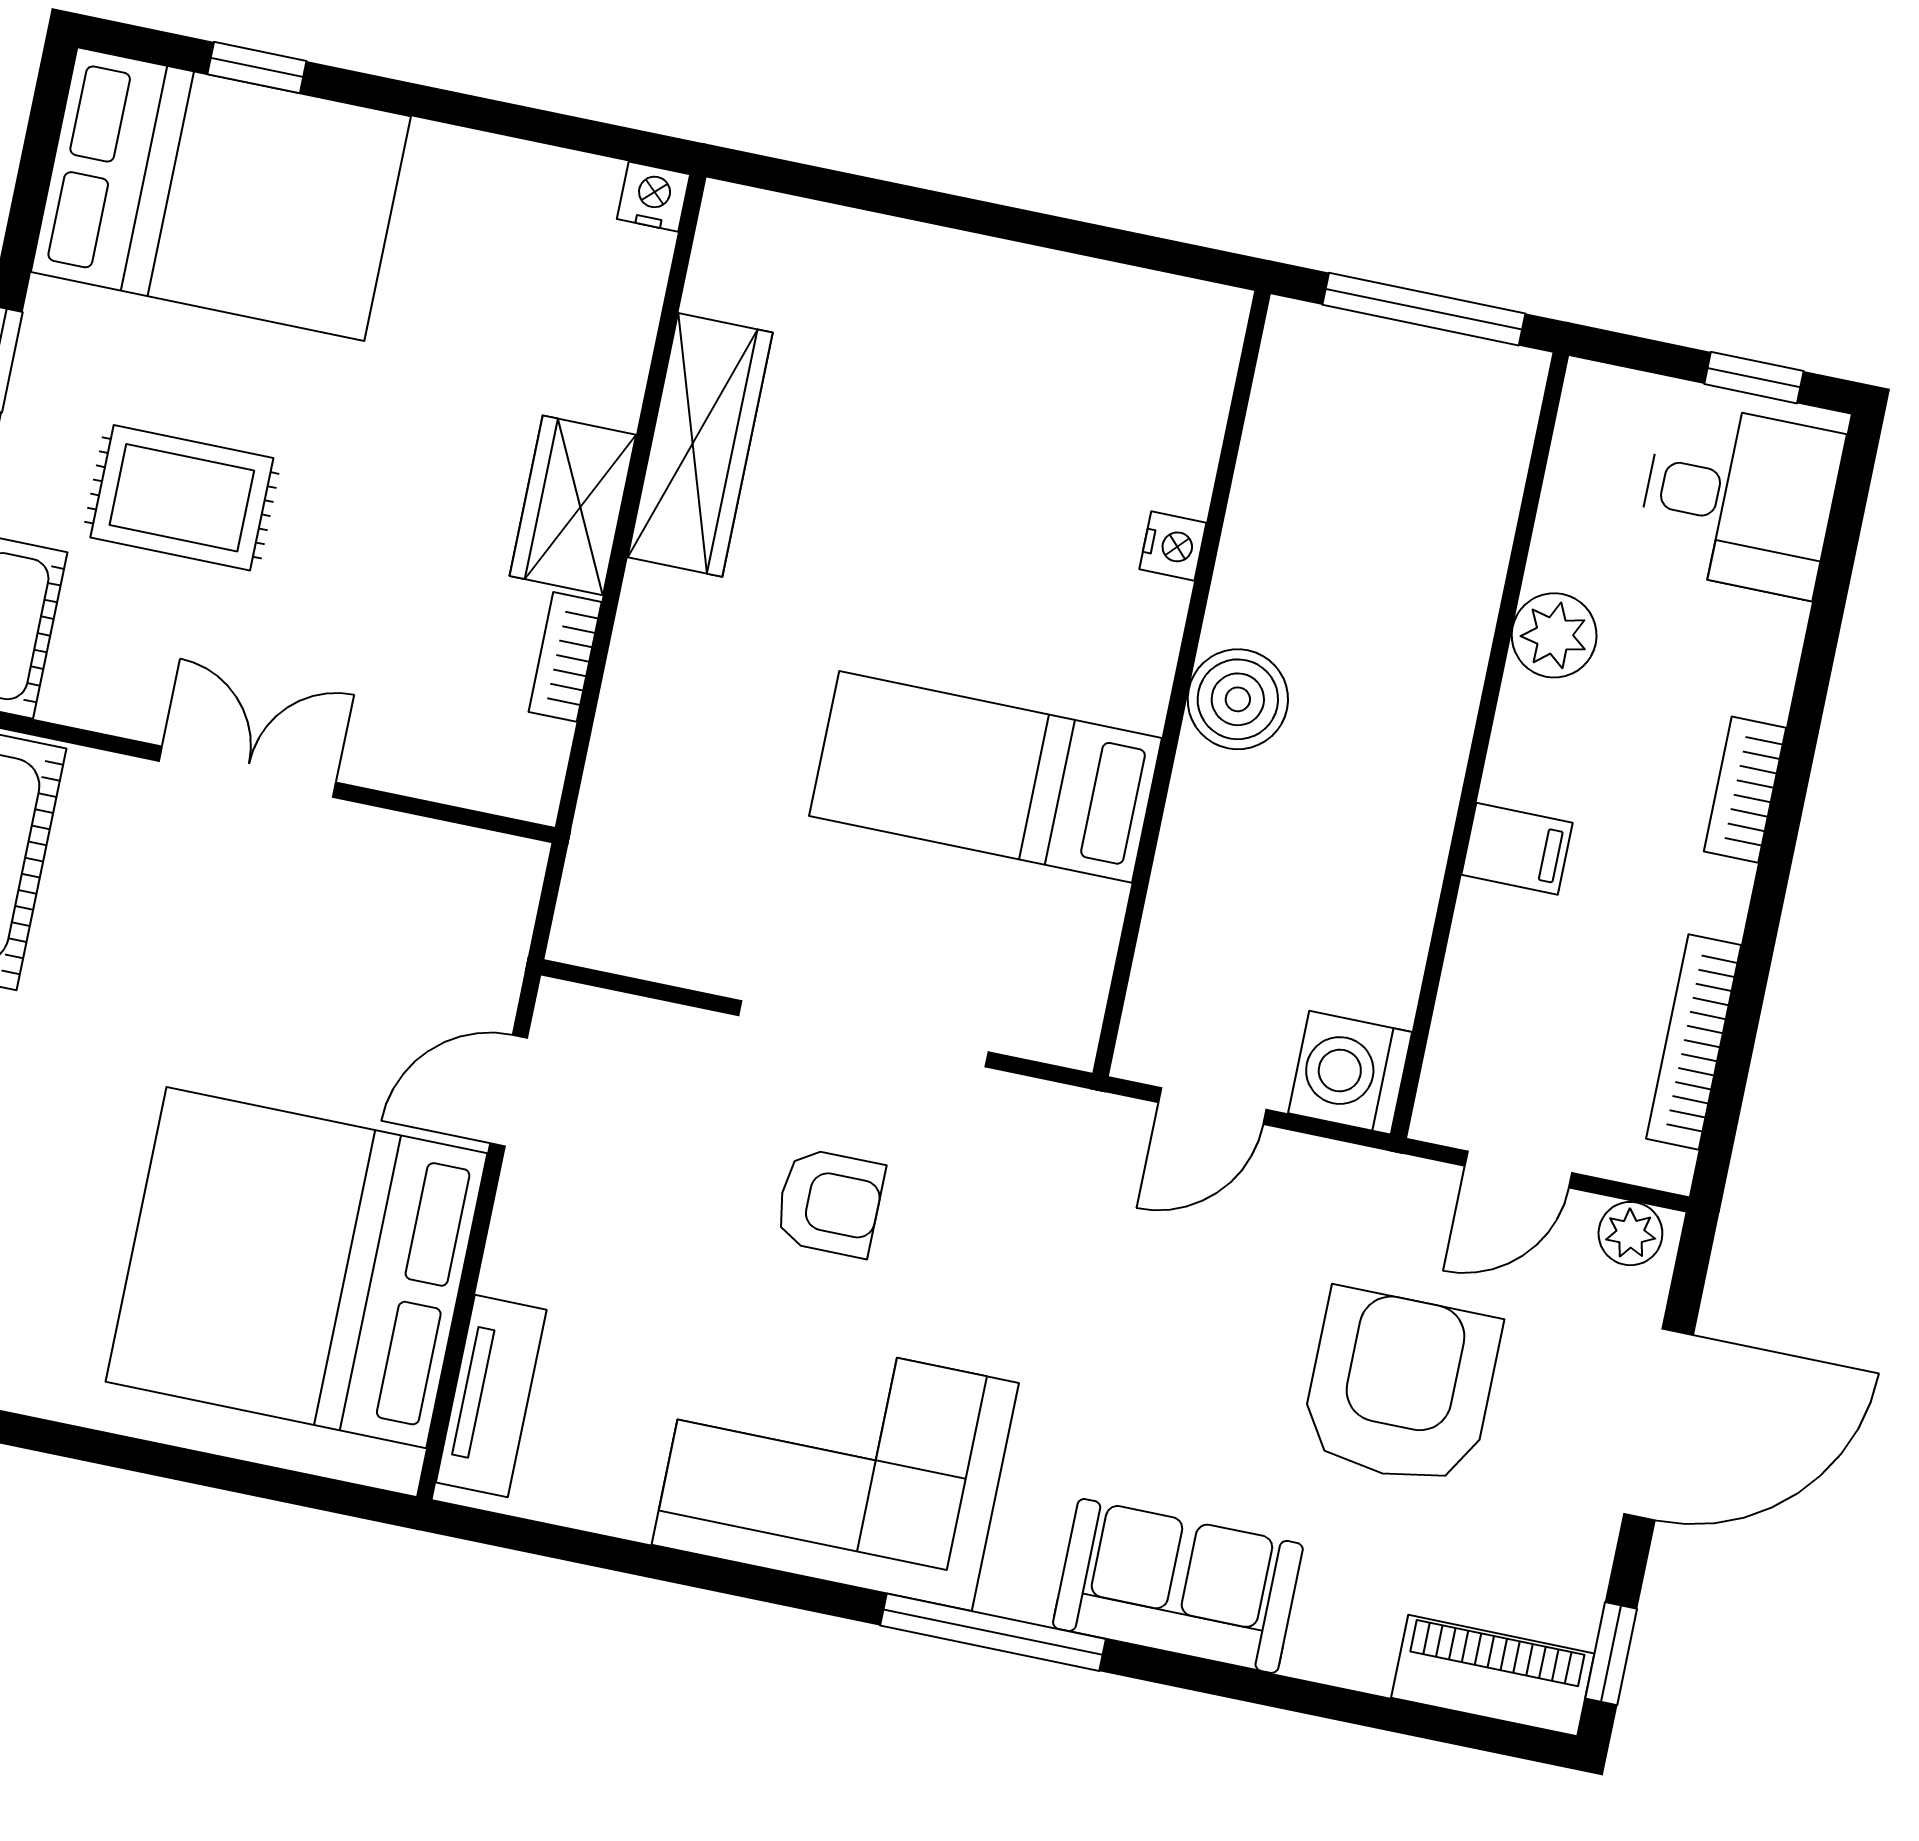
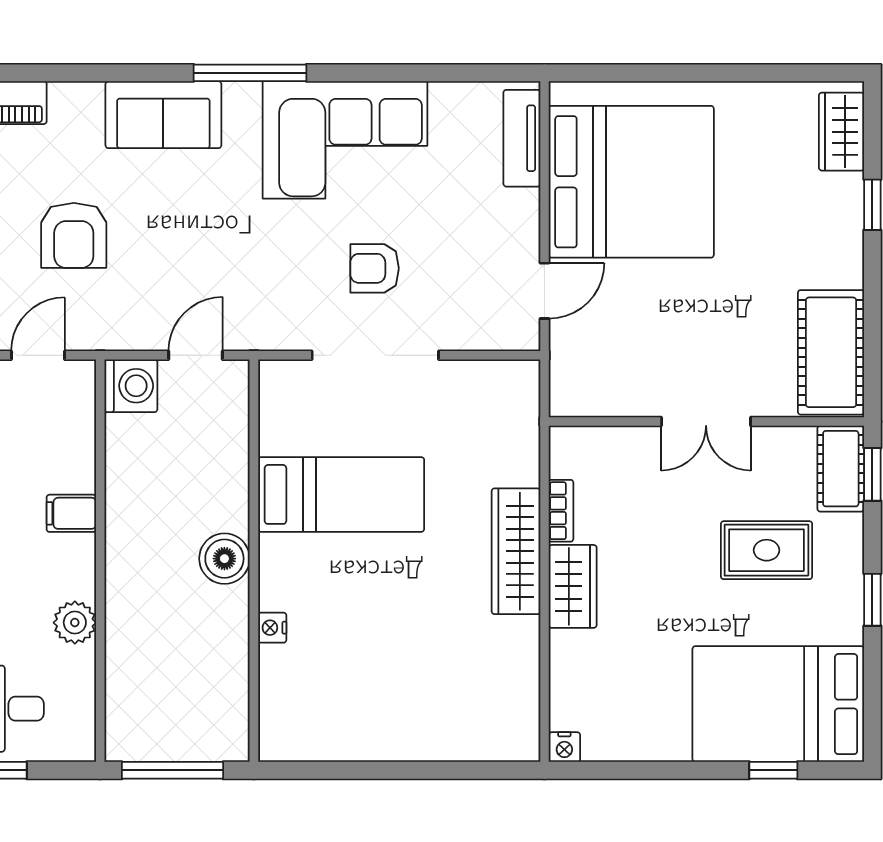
wardrobe: (700, 445) -> (516, 551), moved
armchair: (1400, 1388) -> (74, 235), width x0.73, depth x0.73

